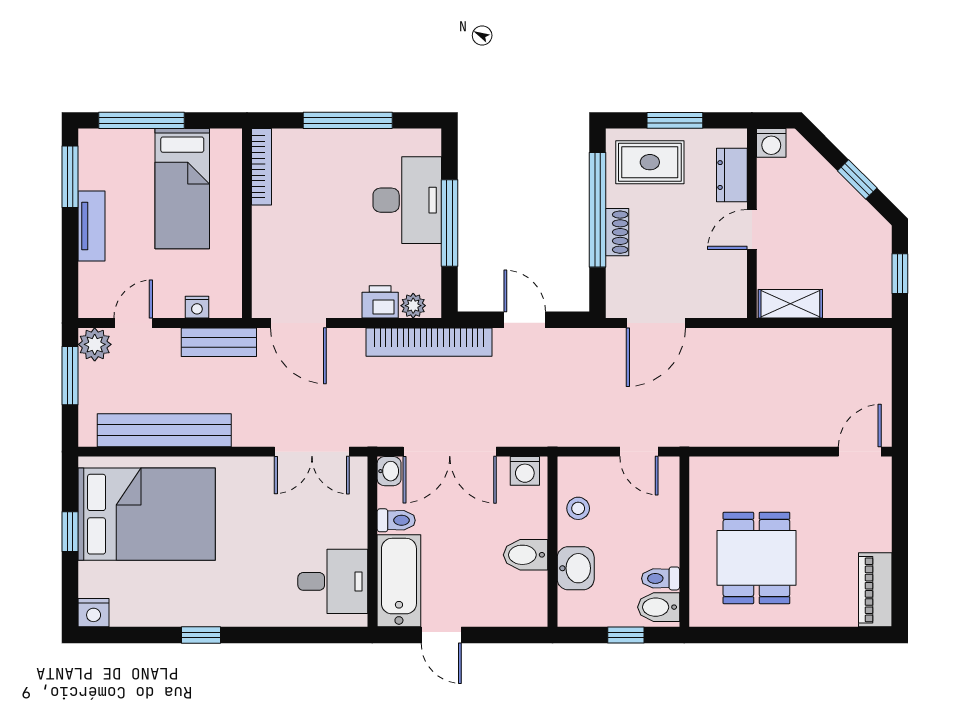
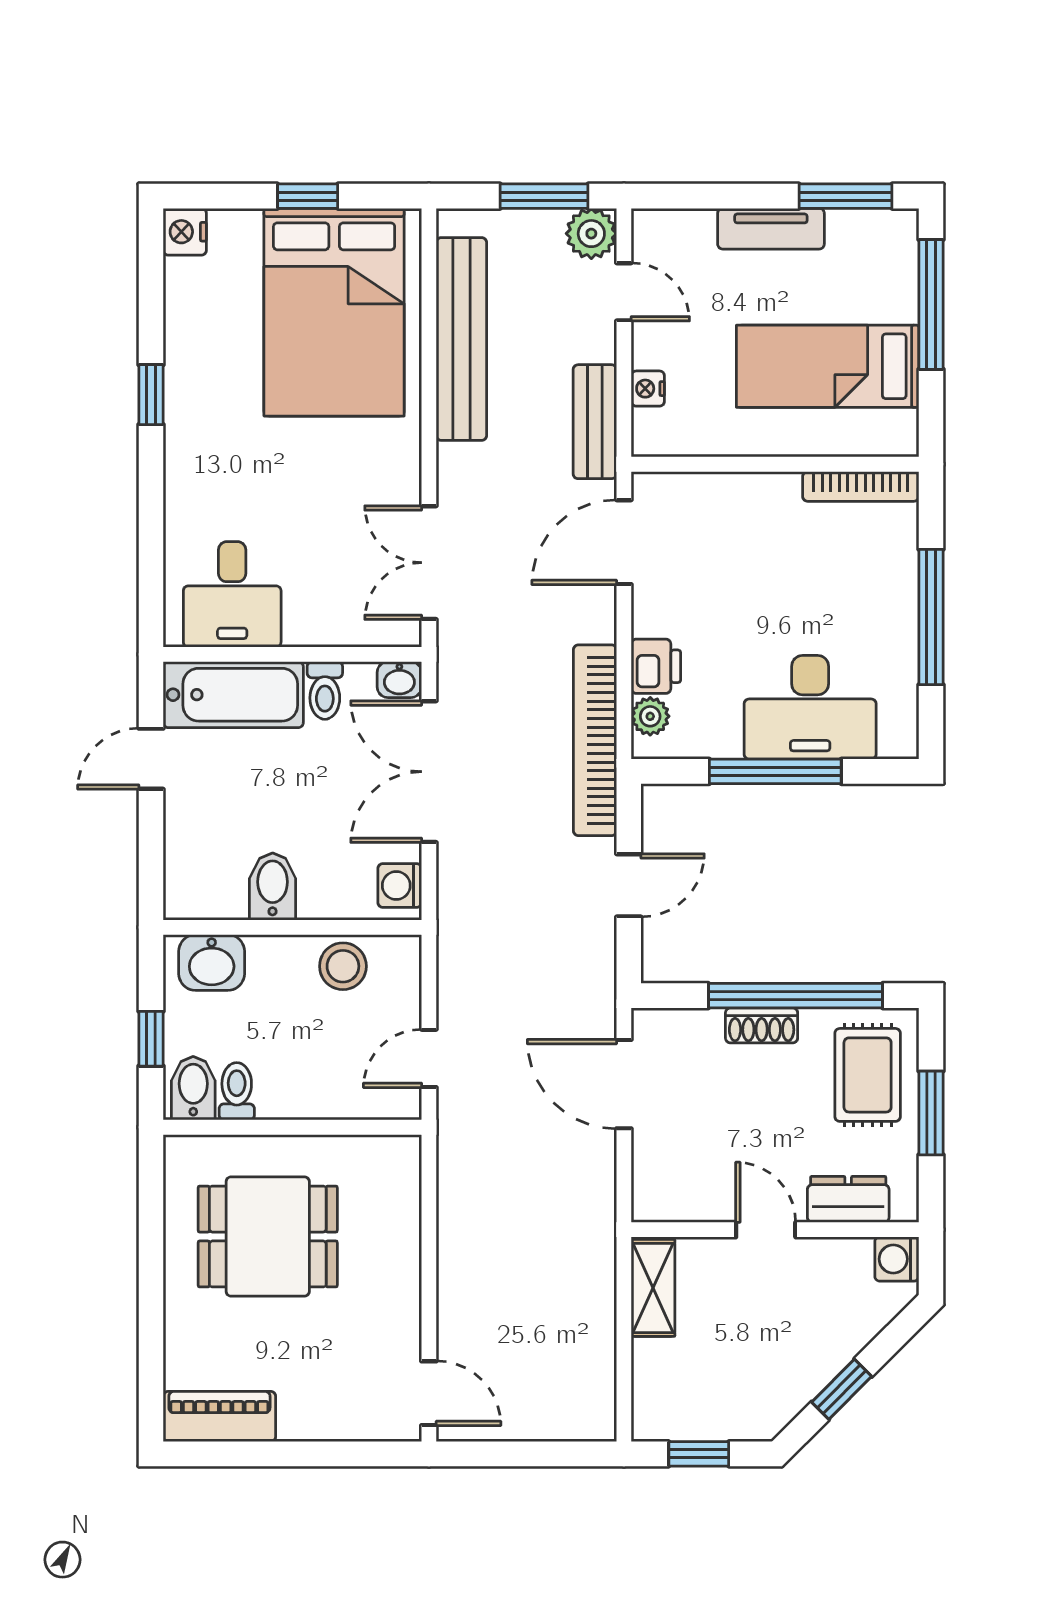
stool: (578, 508) -> (343, 966), width x1.37, depth x1.37
washbasin: (576, 568) -> (212, 963), moved

